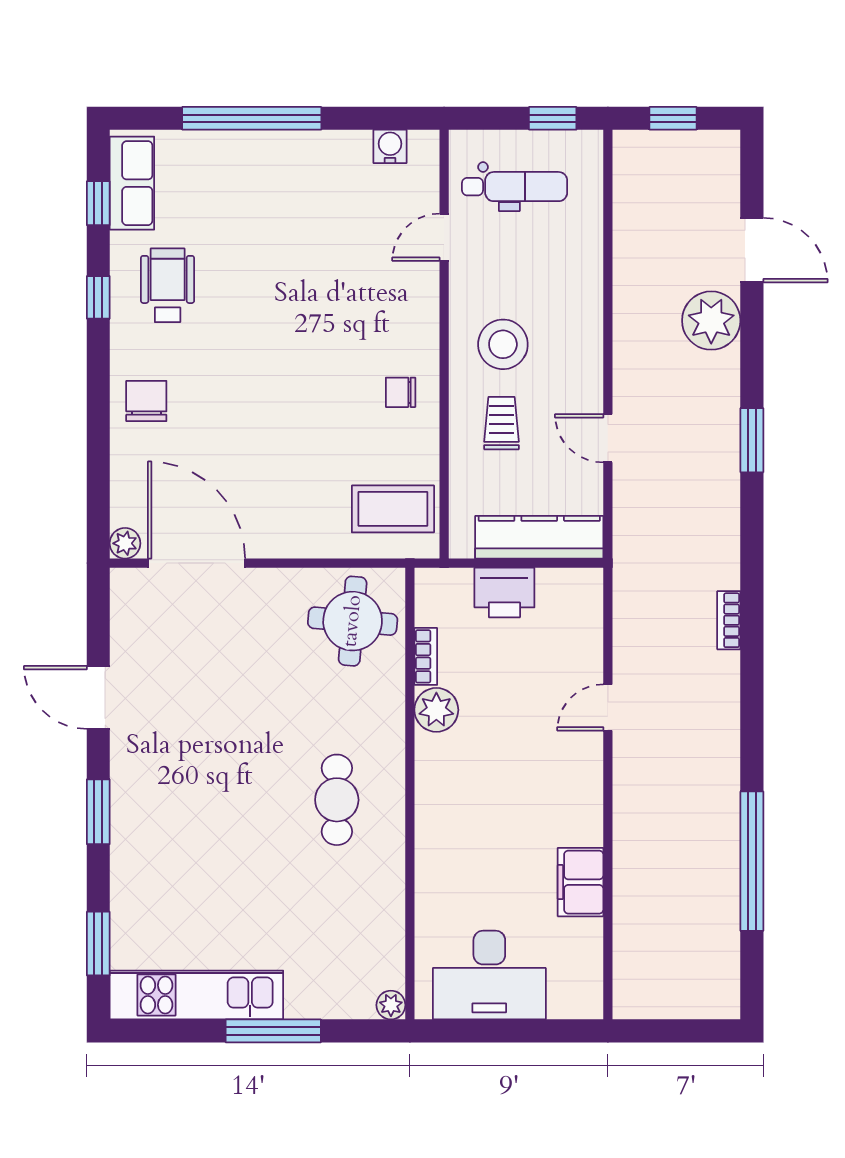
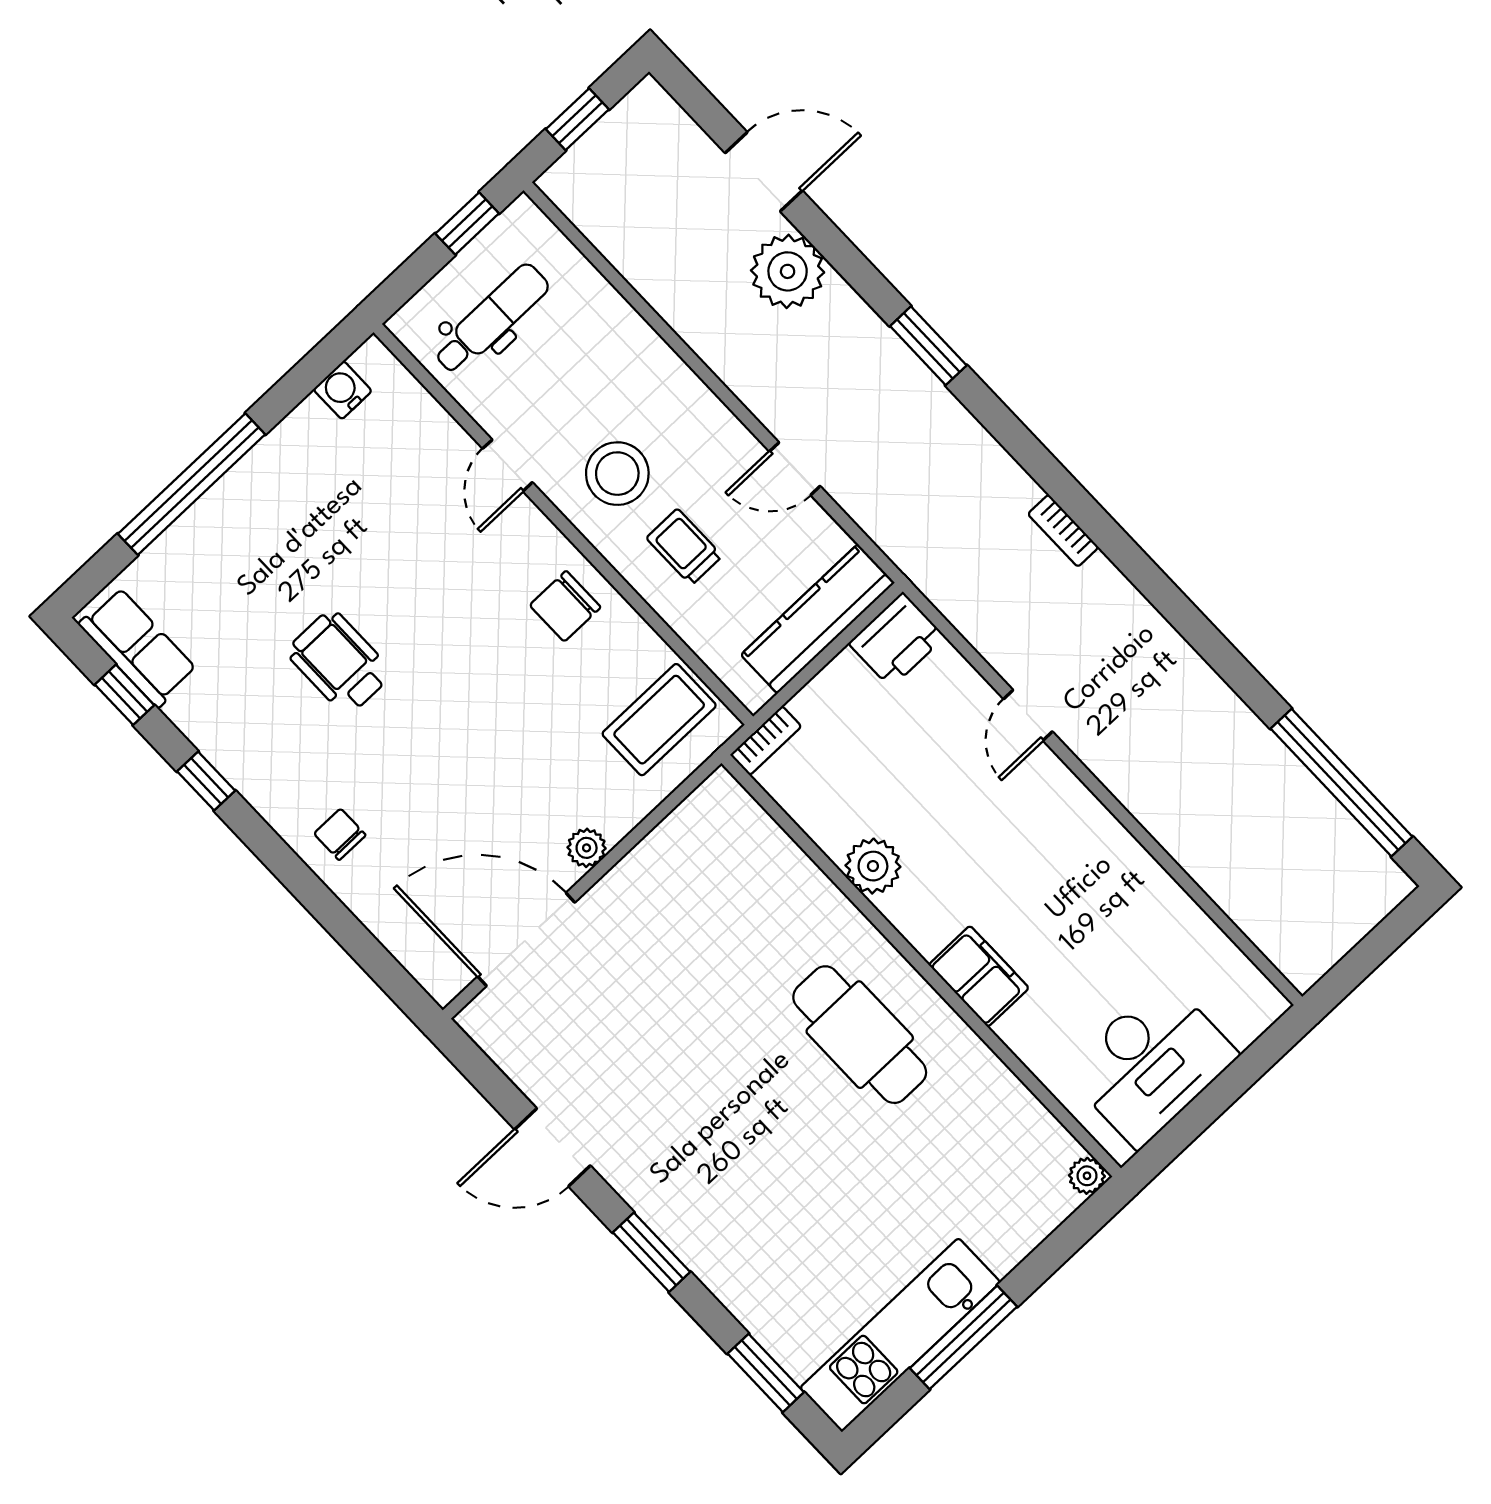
door: (444, 237) -> (508, 465), moved
wheelchair: (168, 285) -> (339, 662), moved
chair: (401, 392) -> (565, 606), width x1.37, depth x1.37
chair: (146, 401) -> (340, 834), width x0.73, depth x0.73
plant: (125, 543) -> (587, 848), moved
printer: (504, 593) -> (897, 640), moved
round table: (353, 621) -> (719, 857), removed
bookcase: (426, 656) -> (766, 741), moved, turned 90
cafe table: (337, 800) -> (860, 1035), width x1.37, depth x1.35
window: (752, 861) -> (1341, 783), moved
filing cabinet: (580, 882) -> (979, 976), moved, turned 180
window: (273, 1031) -> (963, 1337), moved

